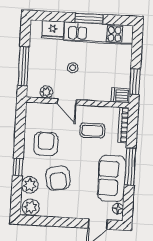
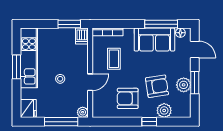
fridge: (53, 30) -> (28, 109), moved
plant: (46, 92) -> (83, 112), moved
window: (130, 167) -> (161, 24), moved
plant: (31, 207) -> (184, 85), moved
window: (60, 222) -> (195, 83), added

